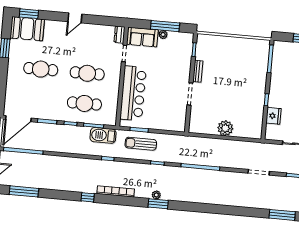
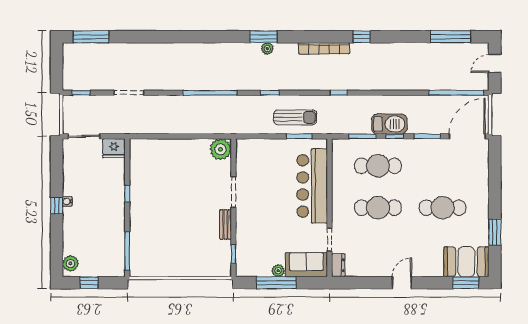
fridge: (274, 116) -> (114, 148), moved, turned -90
plant: (225, 128) -> (220, 149), moved
barbecue: (103, 135) -> (389, 124), moved

